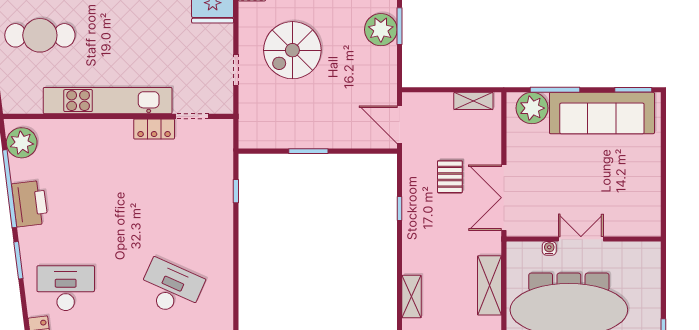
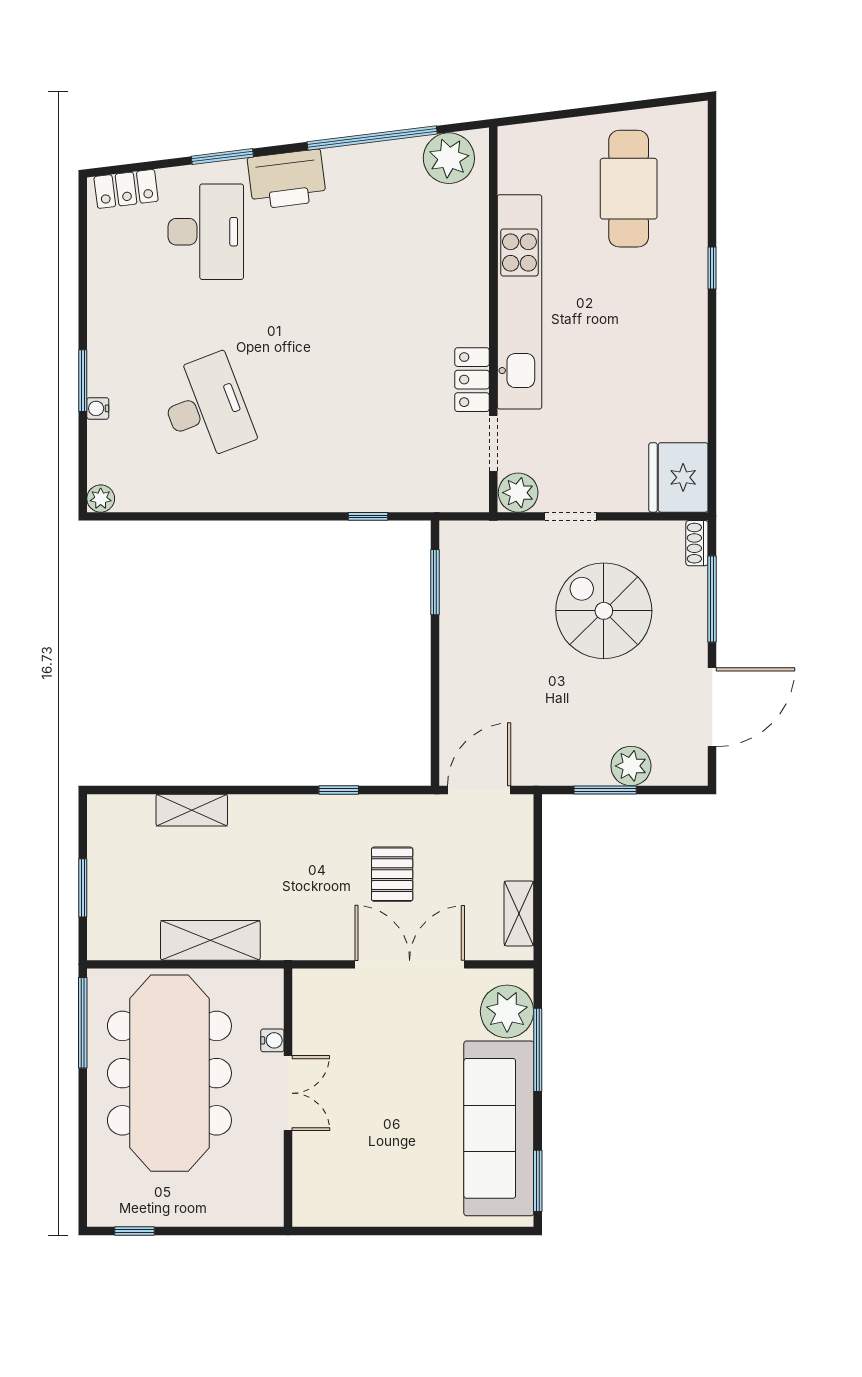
window: (400, 26) -> (605, 790), moved
plant: (381, 30) -> (631, 766), width x0.73, depth x0.73
plant: (222, 101) -> (518, 493), added
window: (308, 151) -> (435, 582), moved
pallet: (450, 177) -> (392, 874), turned 90
double door: (504, 198) -> (410, 964), moved
printer: (30, 204) -> (287, 179), moved
window: (18, 260) -> (222, 157), moved
desk: (171, 288) -> (206, 408), turned -45

